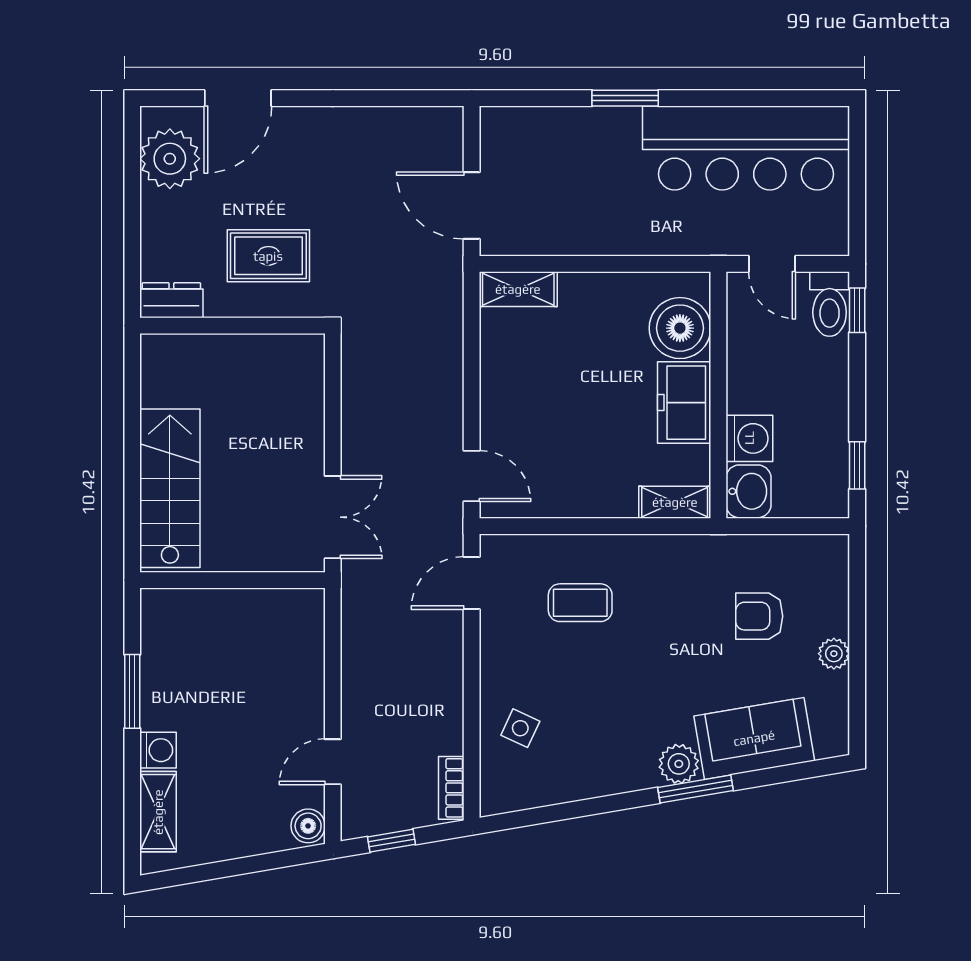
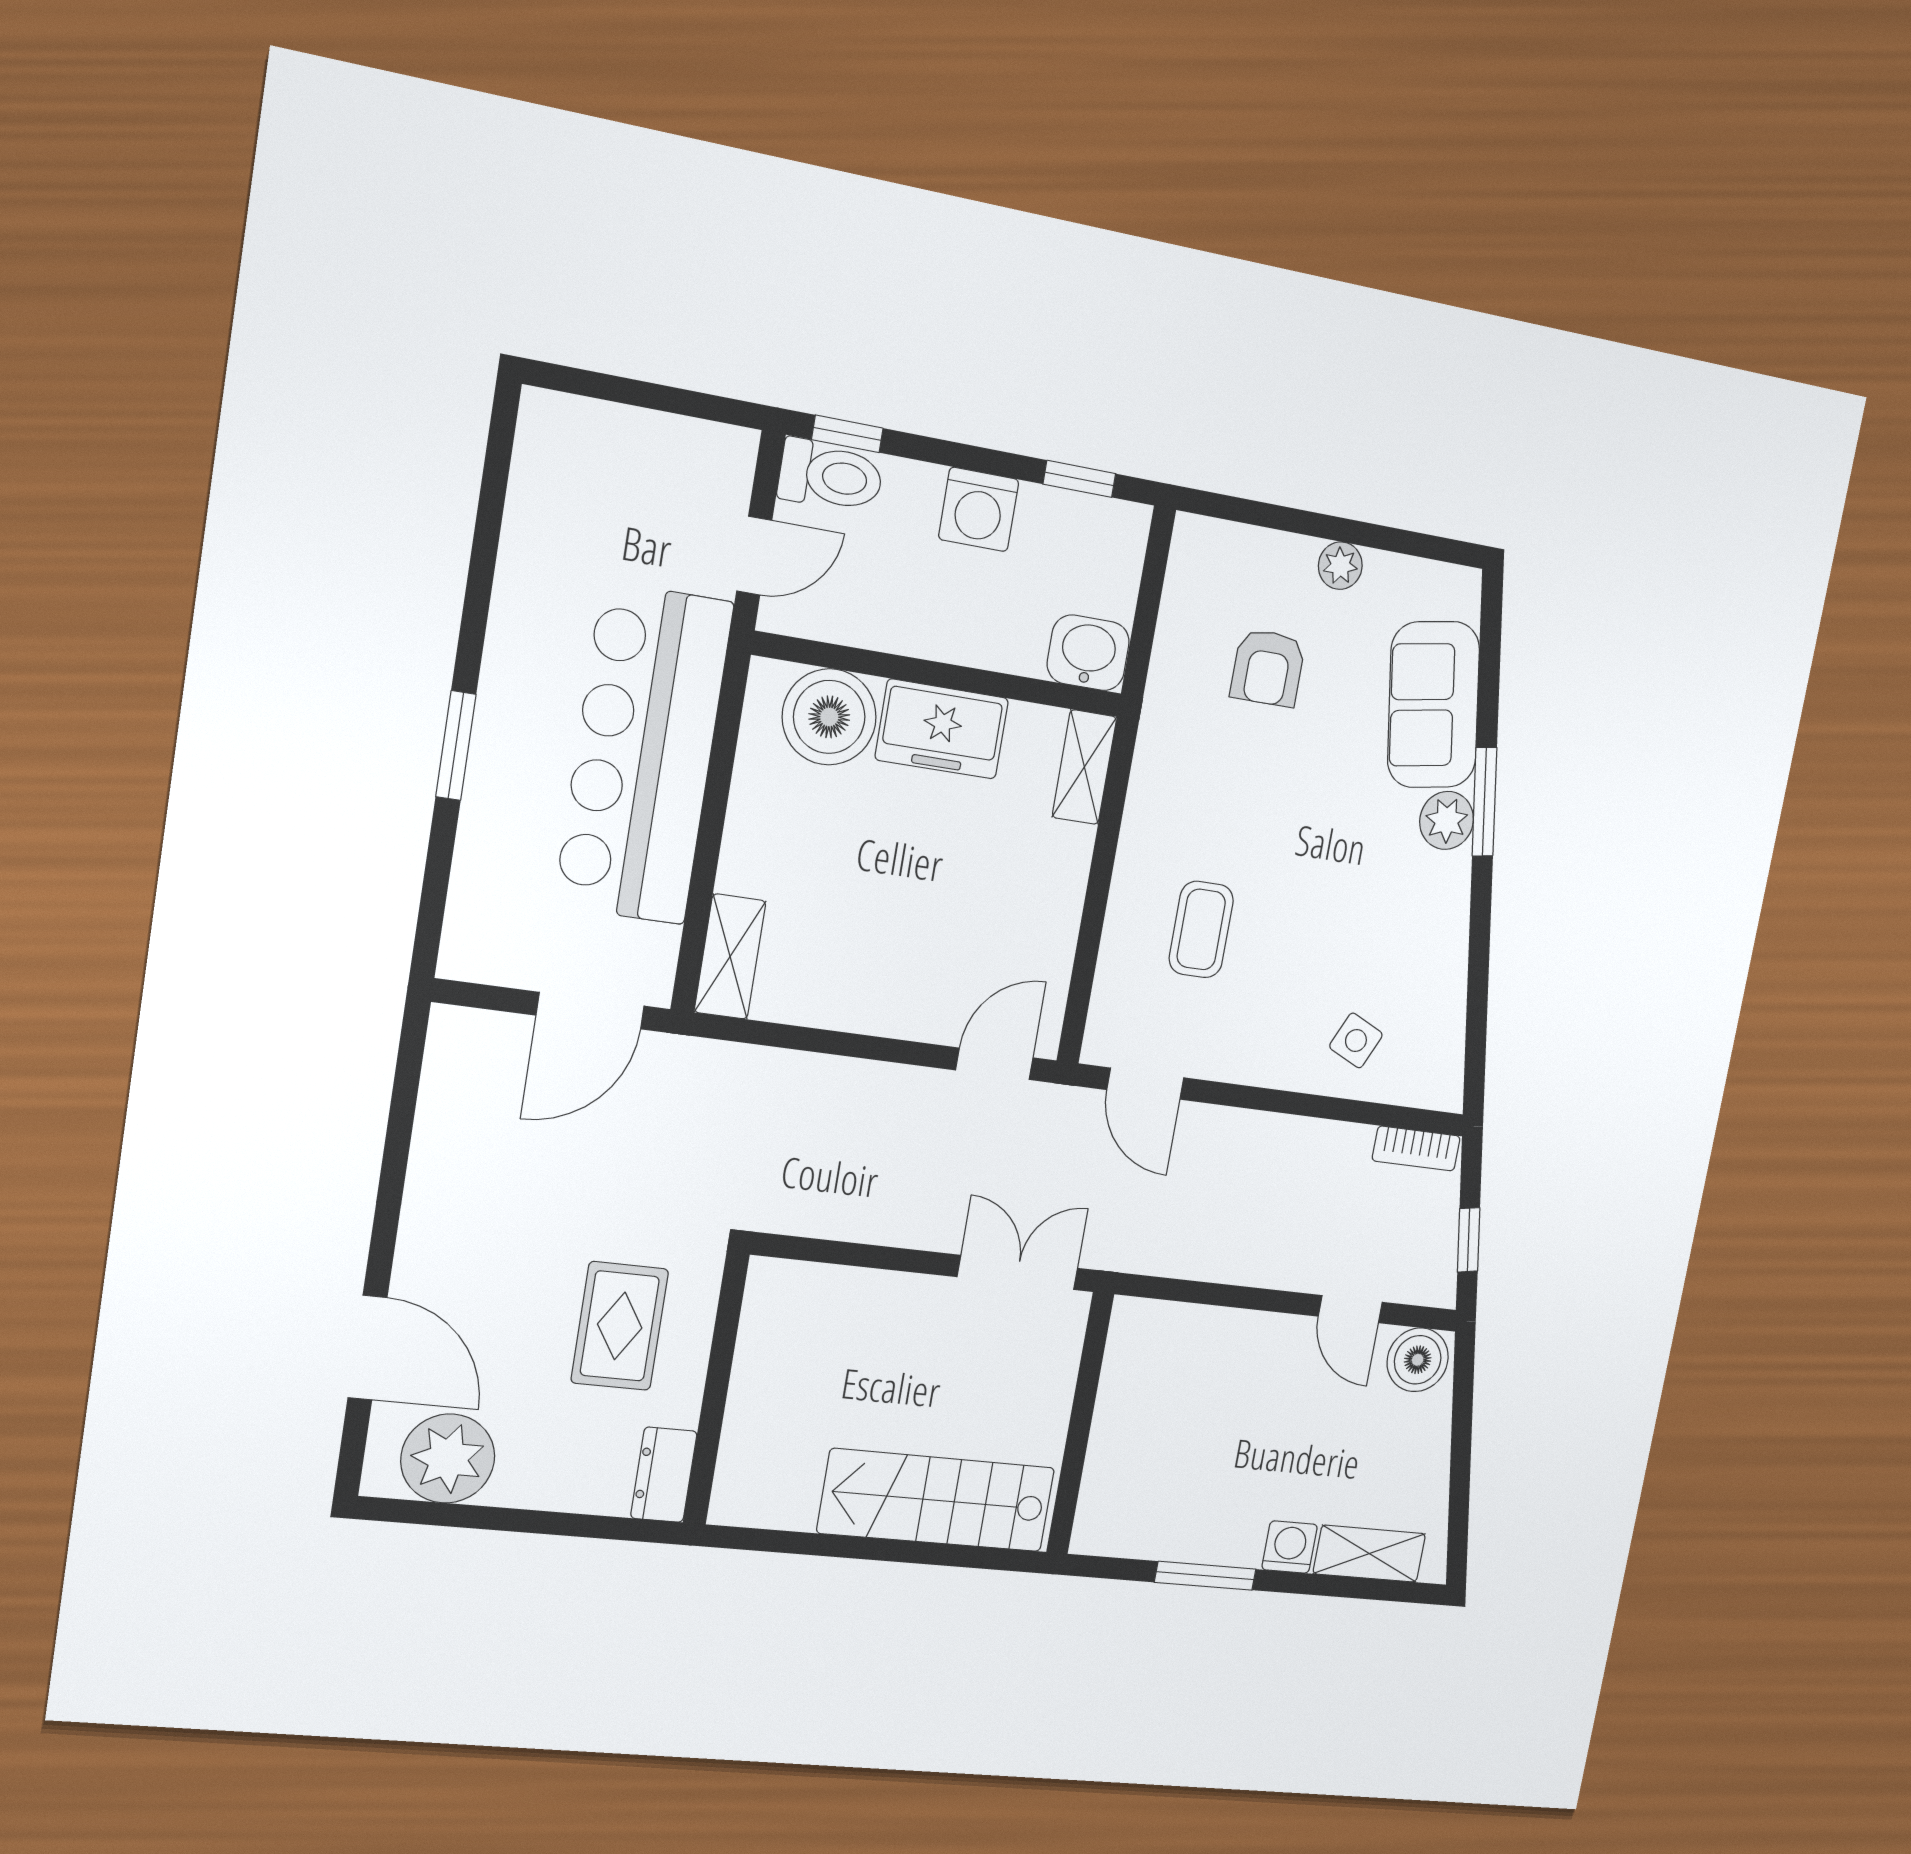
bar counter: (746, 148) -> (643, 754), moved, turned 180
washing machine: (749, 438) -> (979, 509), moved, turned 180
boiler: (308, 826) -> (1418, 1360), width x1.36, depth x1.36

